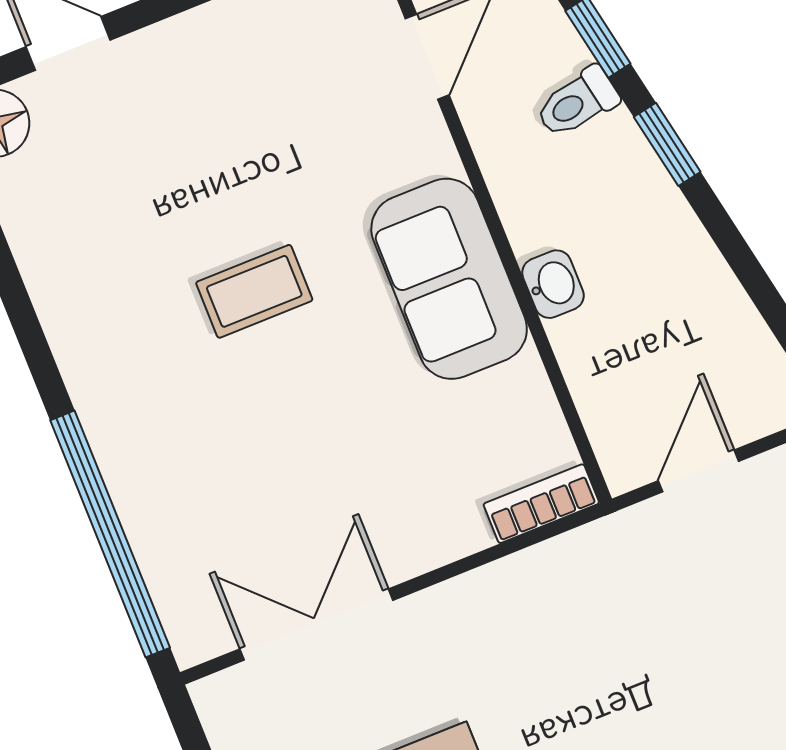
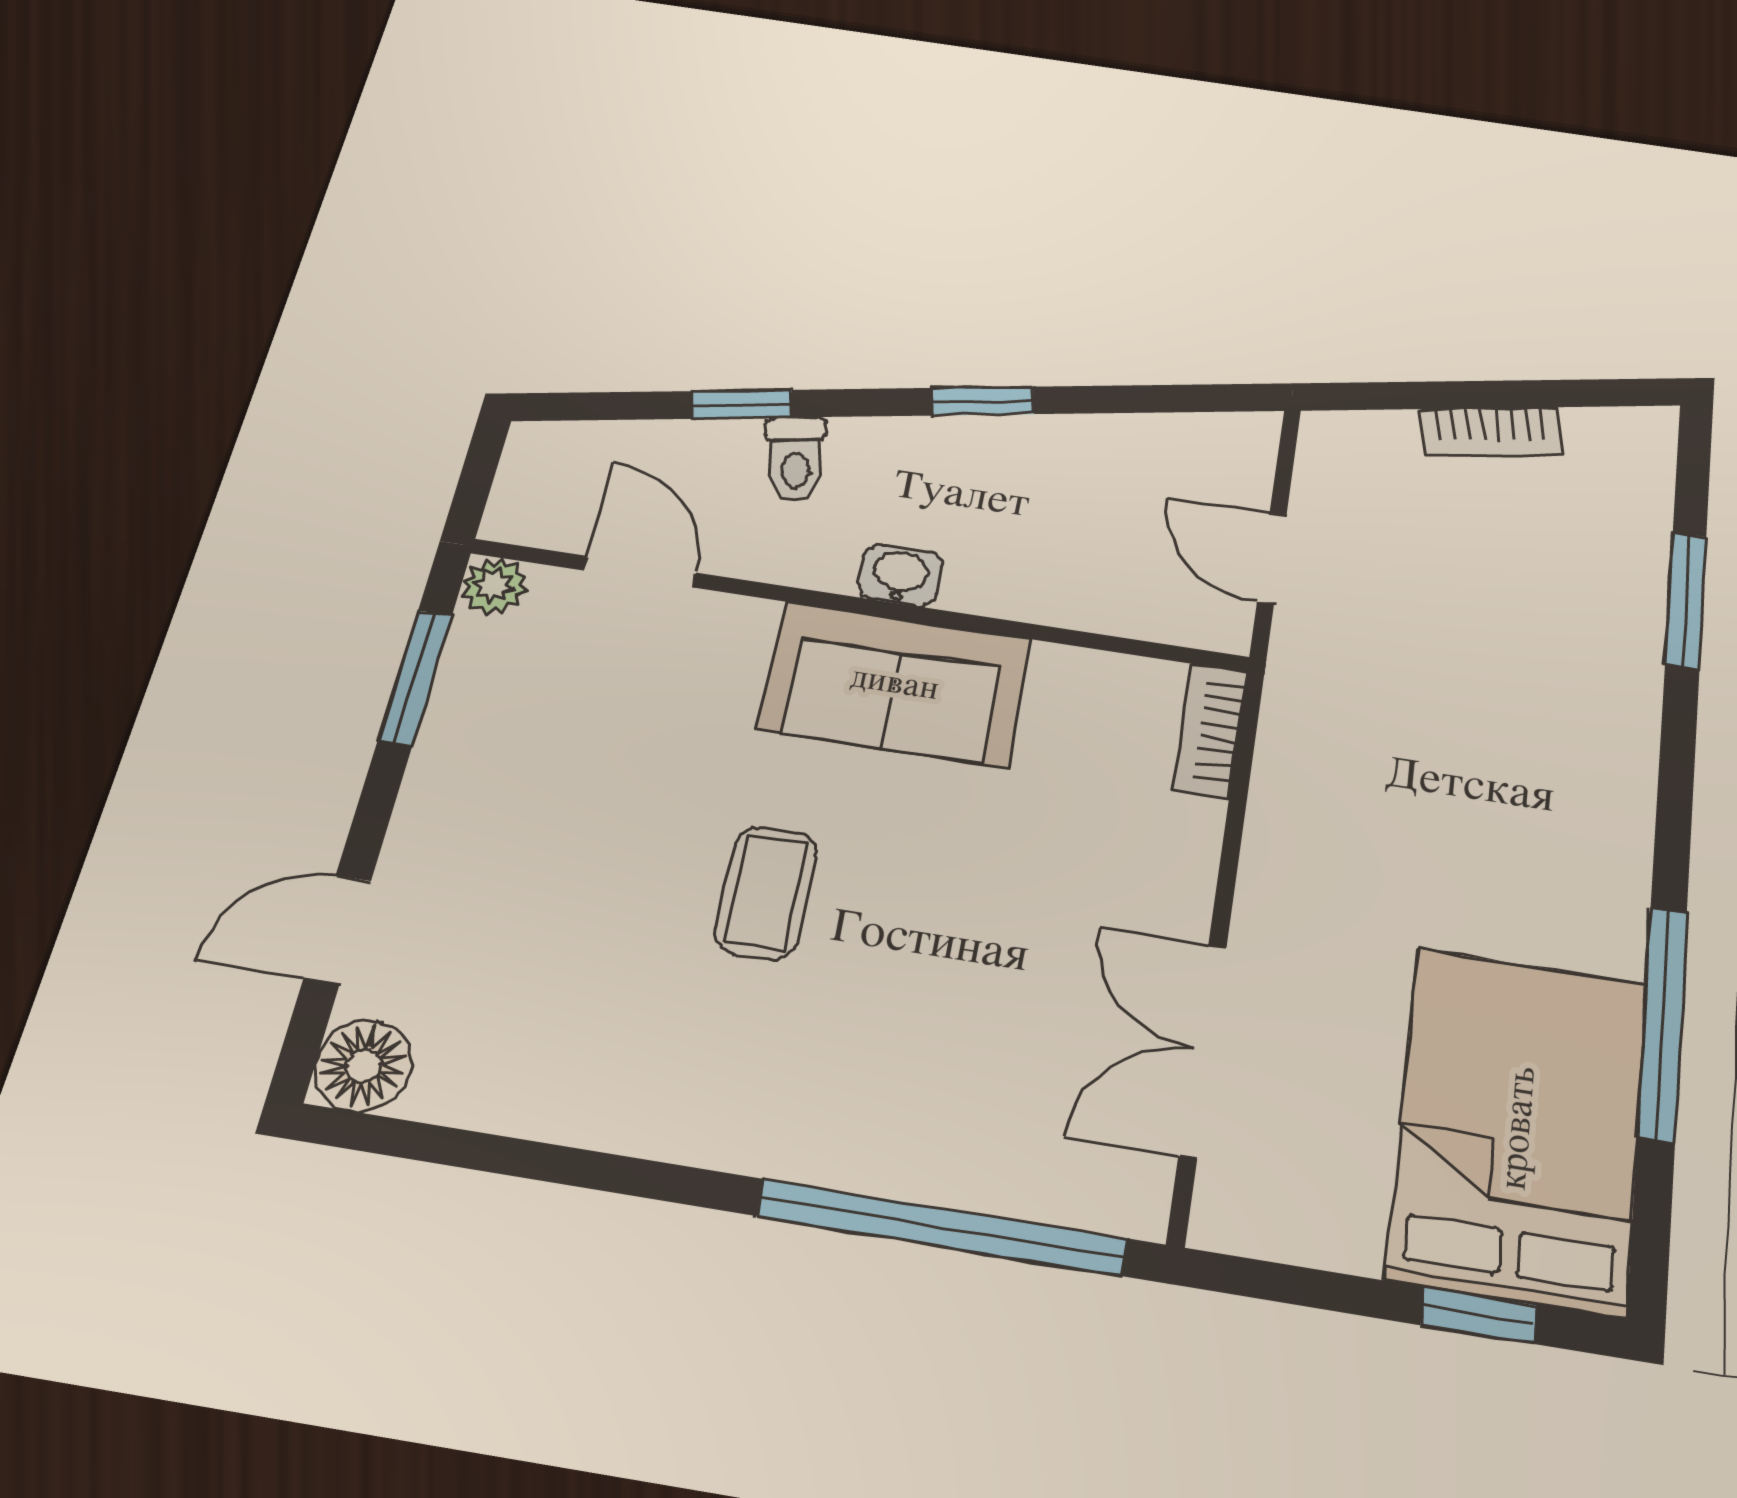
window: (667, 144) -> (983, 401), moved
washbasin: (553, 284) -> (900, 575), moved

